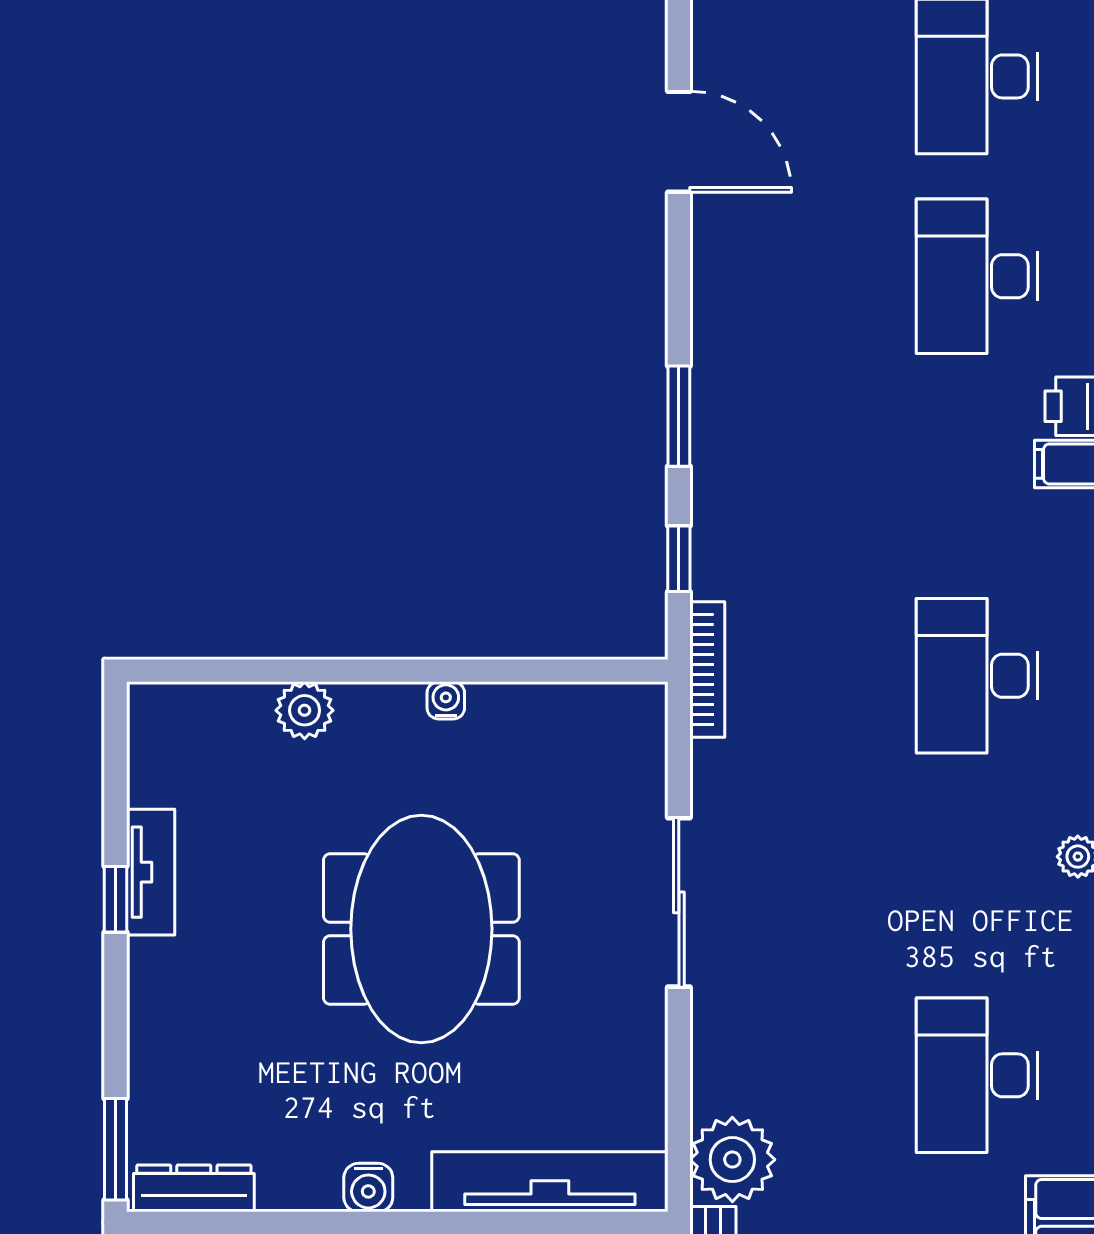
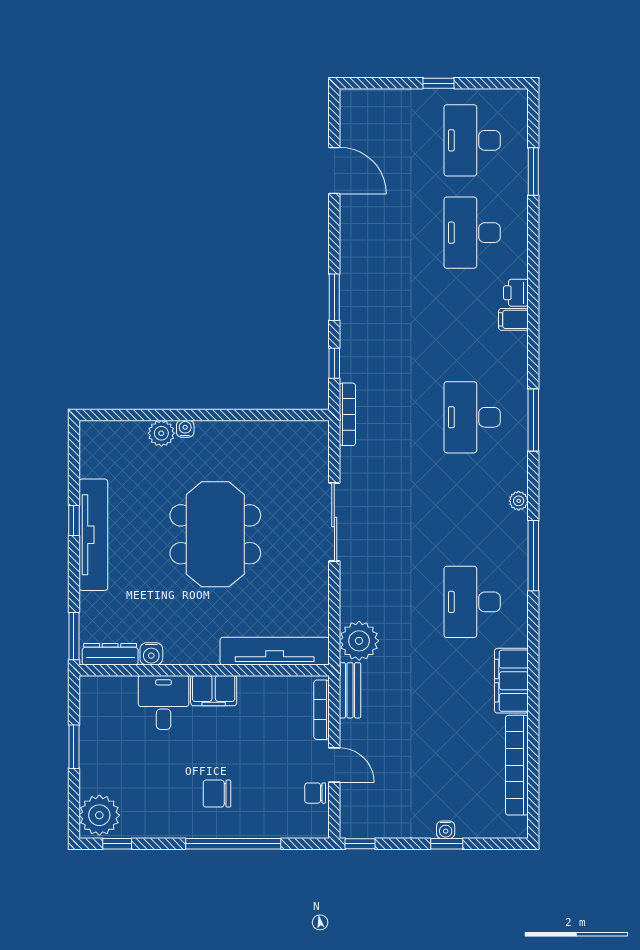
water cooler: (446, 700) -> (185, 429), moved
tv unit: (151, 872) -> (93, 535), width x1.92, depth x1.29
water cooler: (368, 1188) -> (151, 654), moved

